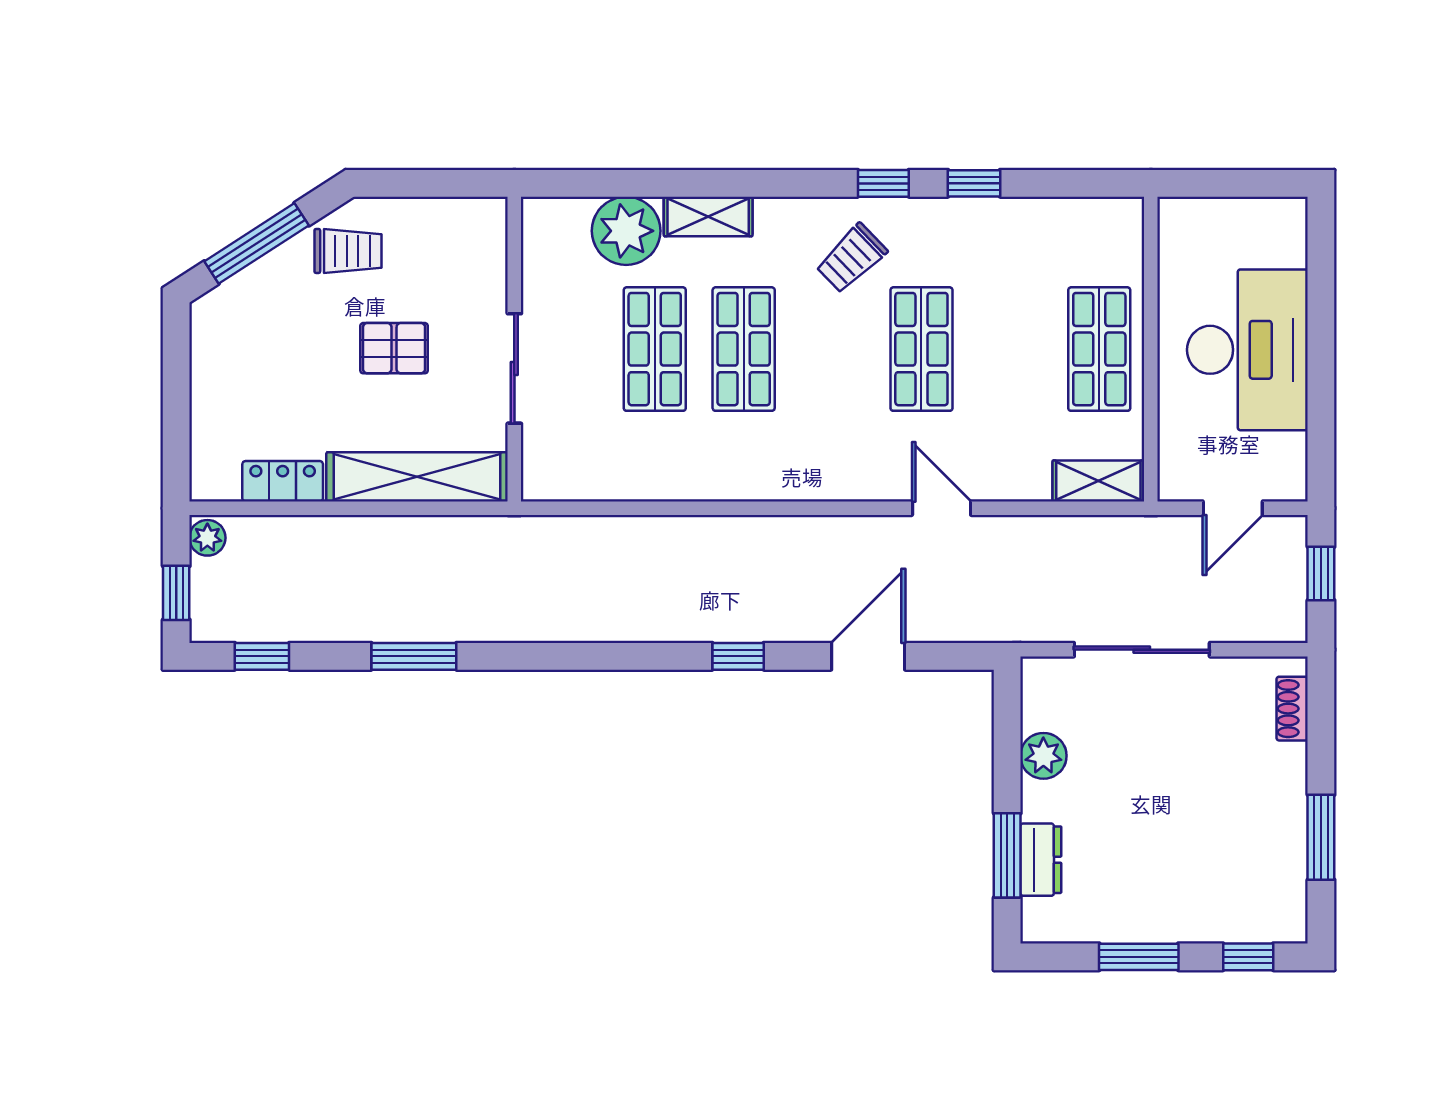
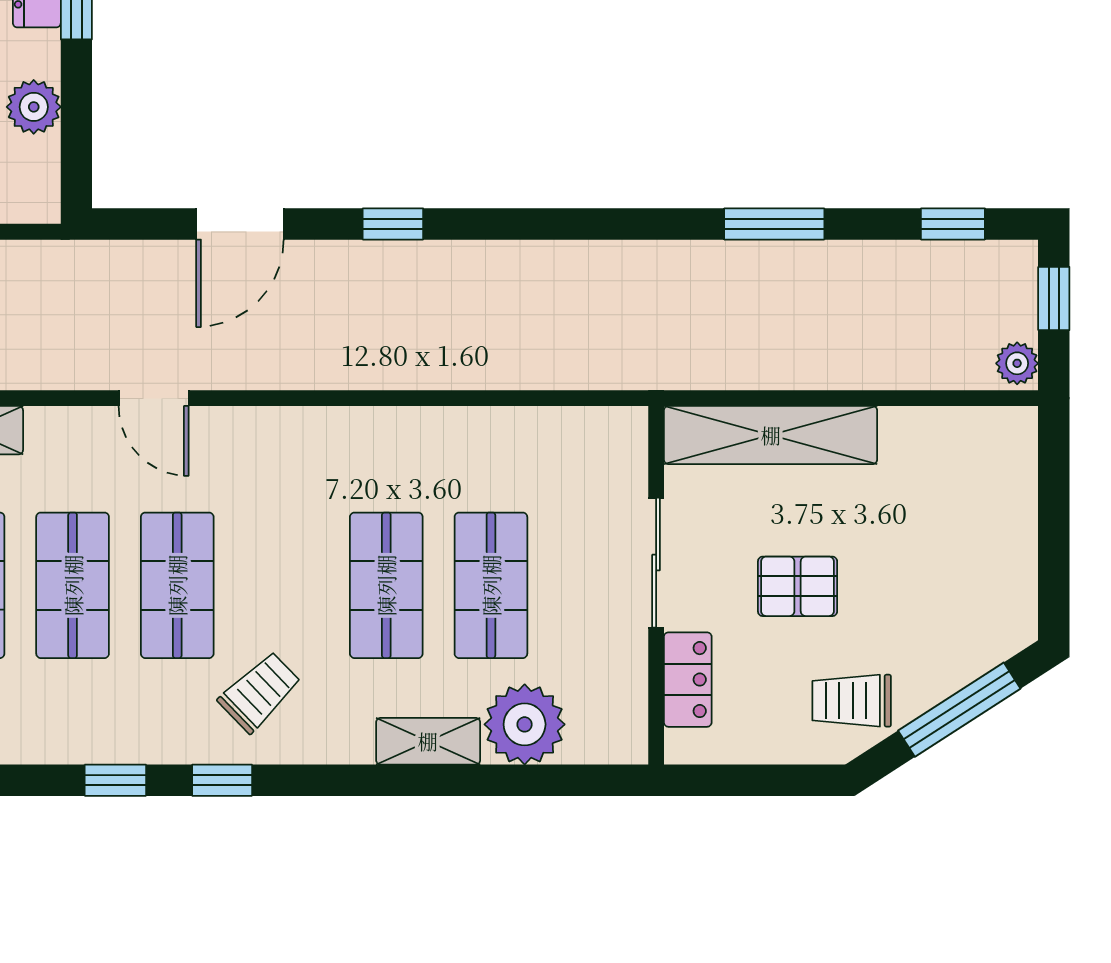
shop shelf: (1010, 349) -> (73, 585), added
locker: (283, 481) -> (688, 680), moved, turned -90

